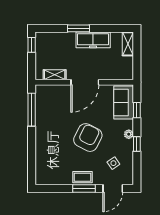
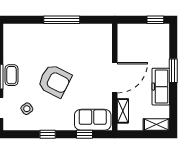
shelving: (55, 75) -> (123, 111), moved
door: (85, 82) -> (115, 78), swing flipped
window: (32, 110) -> (62, 20), moved
plant: (129, 134) -> (58, 125), removed

